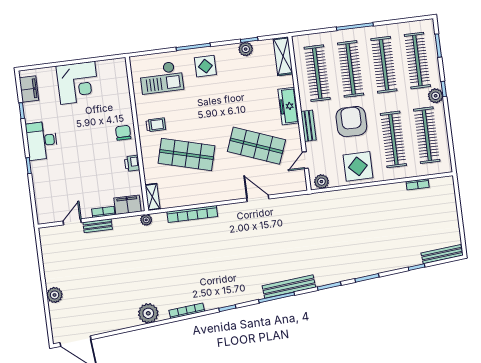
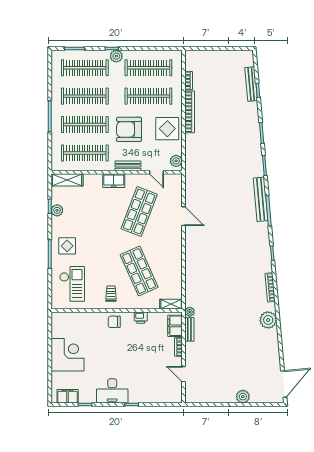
freezer: (288, 106) -> (114, 181), width x0.71
shop shelf: (187, 154) -> (139, 271), turned -39
door: (258, 198) -> (184, 216), swing flipped
bookcase: (192, 214) -> (190, 112), moved
bench: (98, 226) -> (189, 329), moved
bench: (442, 254) -> (251, 84), moved

